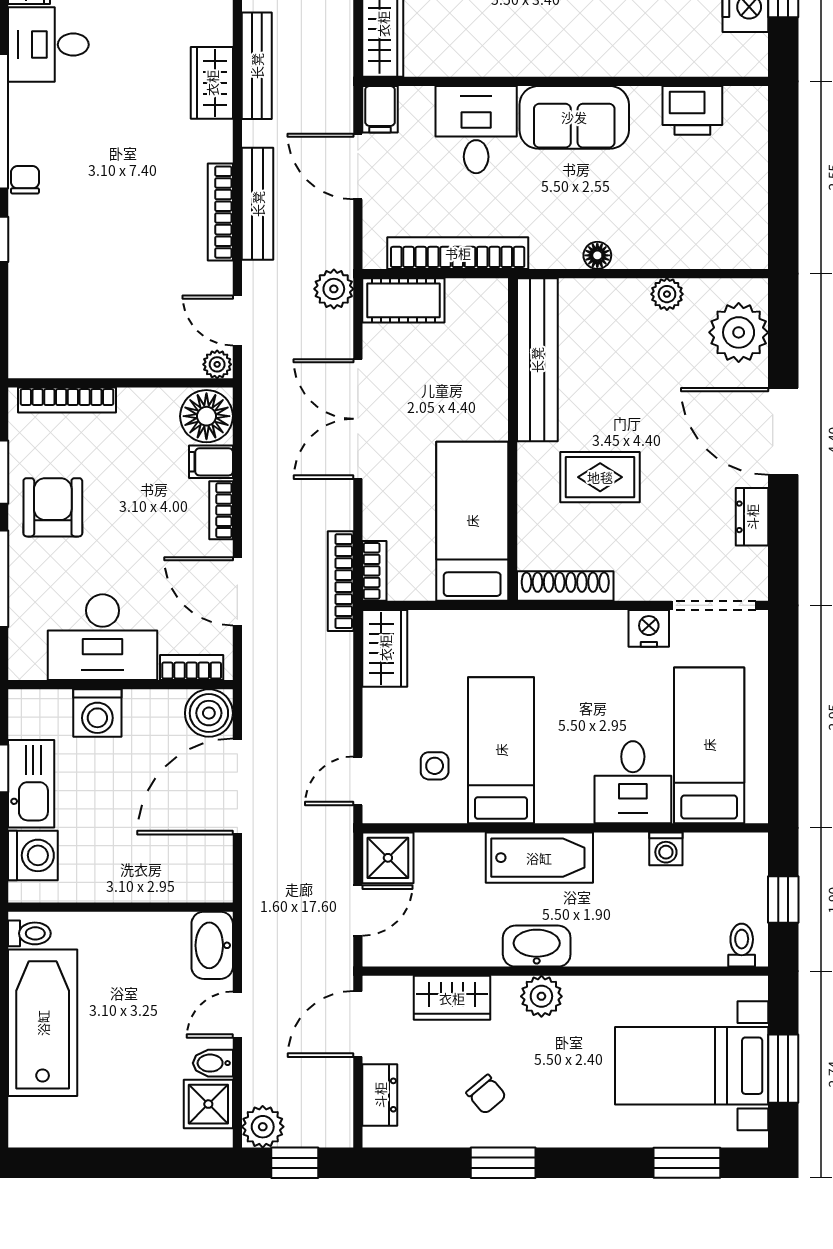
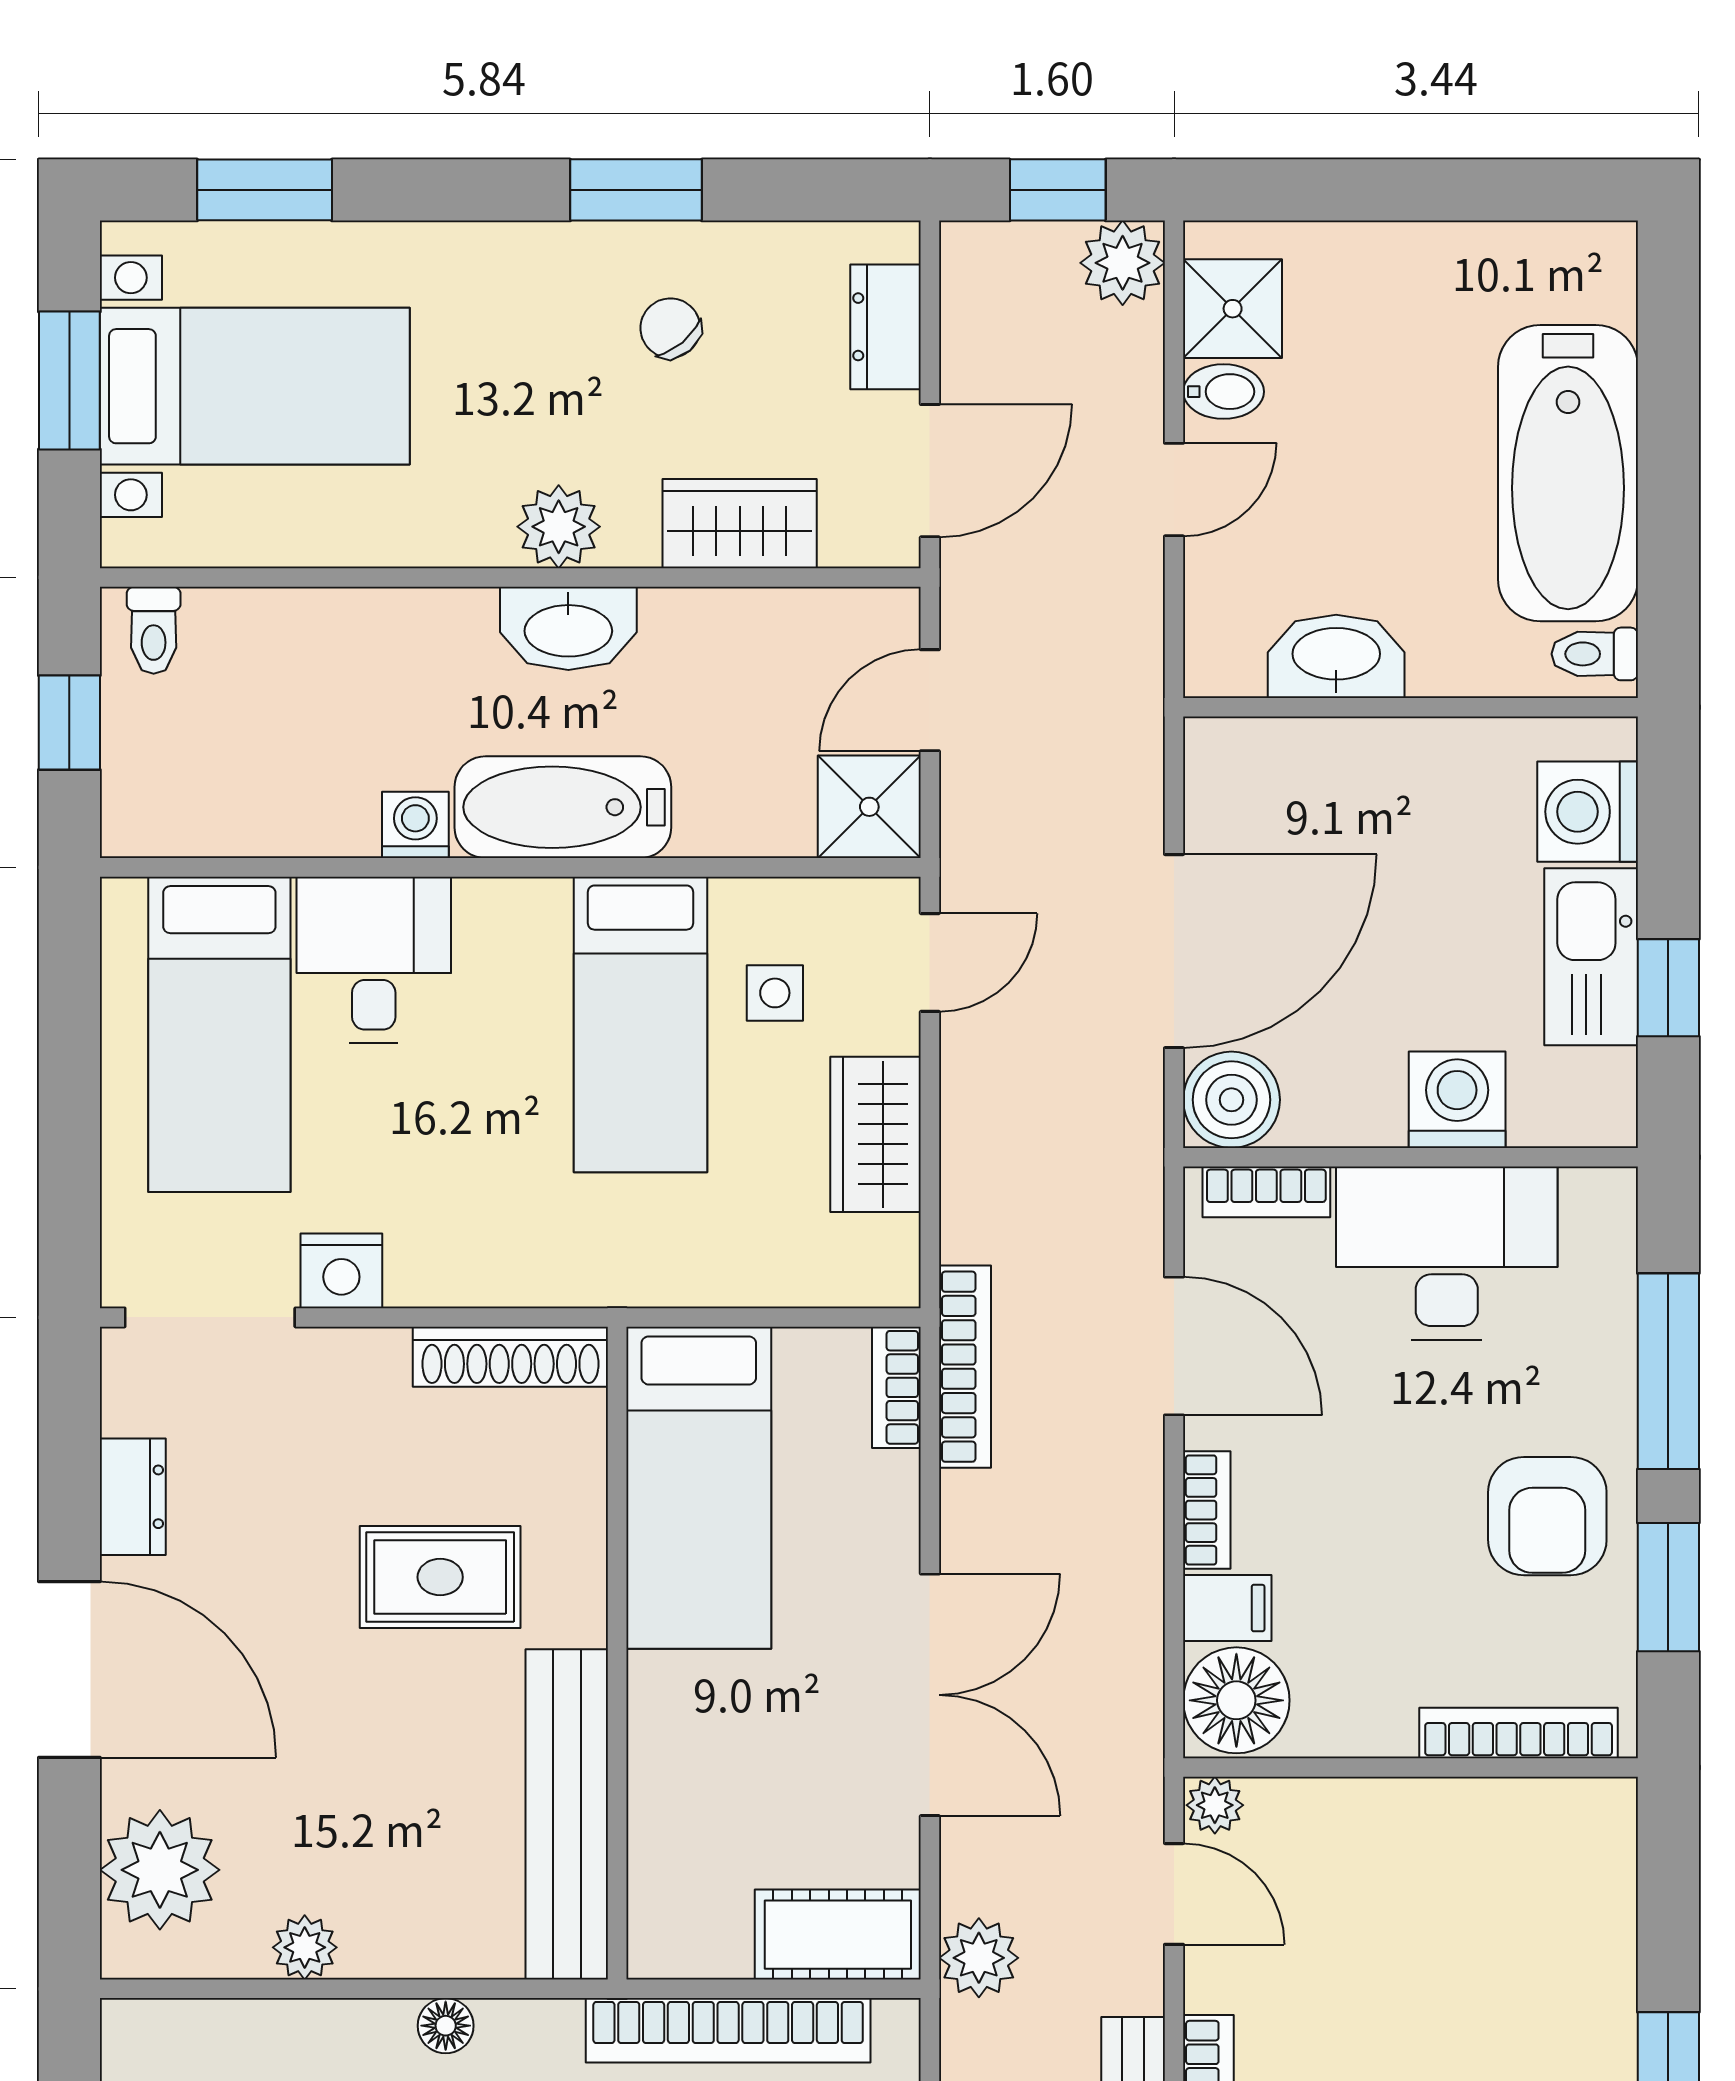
wardrobe: (385, 648) -> (876, 1134), moved
washing machine: (666, 849) -> (415, 825), moved
washbasin: (212, 945) -> (1336, 656), moved, turned -90

